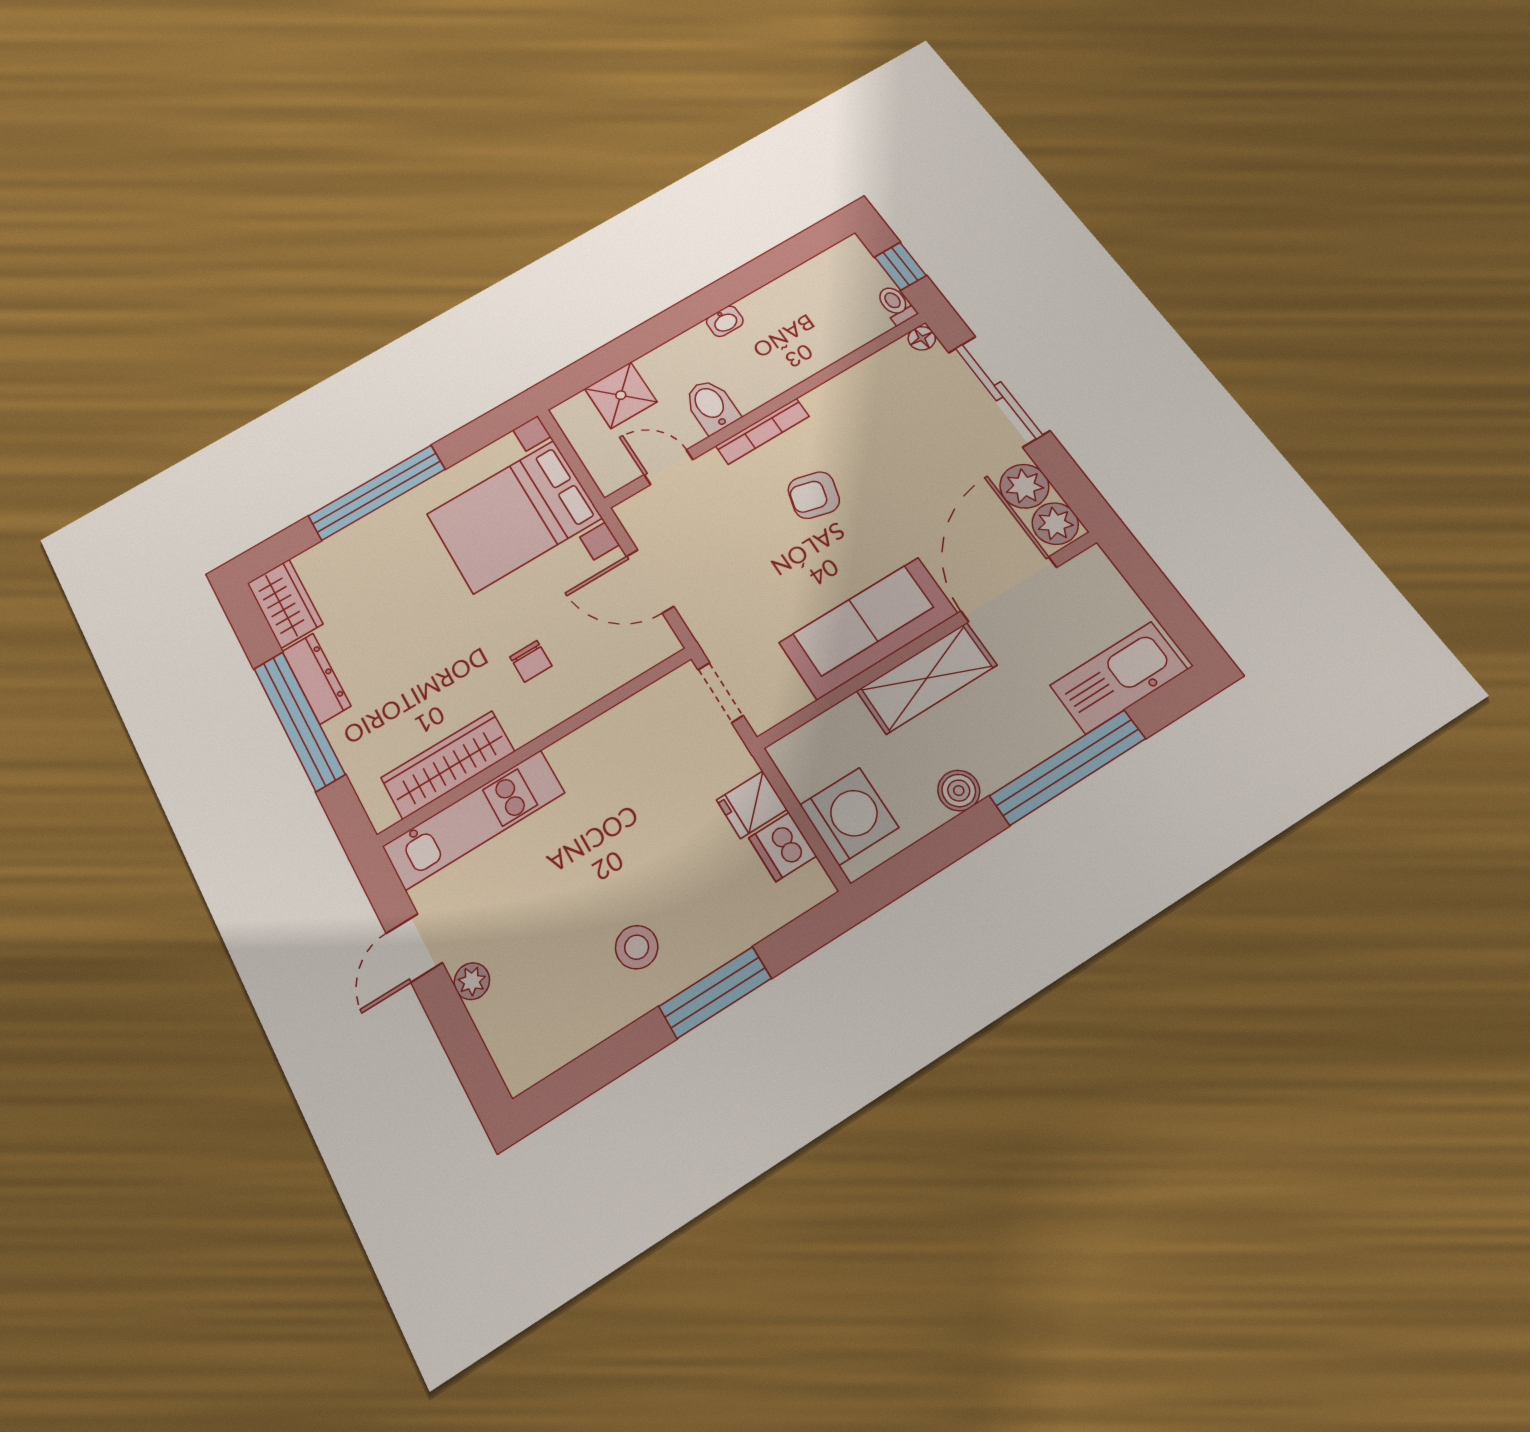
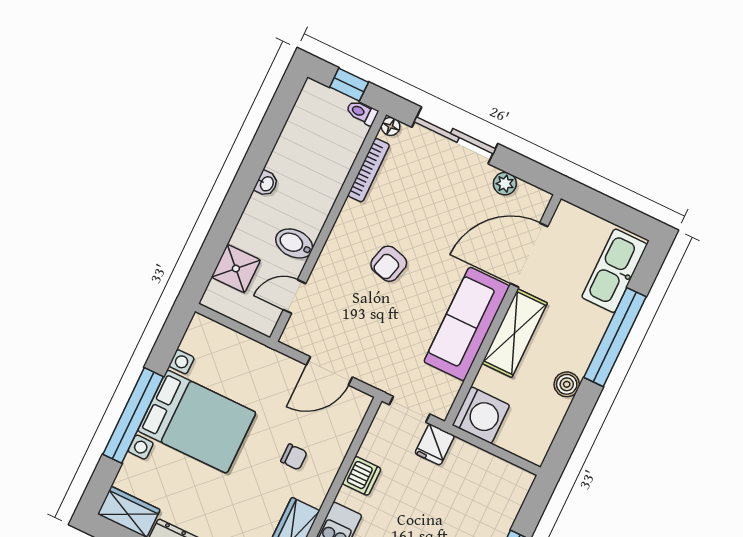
bookcase: (762, 431) -> (369, 170), moved
plant: (1024, 486) -> (505, 184), width x0.73, depth x0.73
bed with nightstands: (514, 516) -> (197, 422), moved, turned -90
plant: (1055, 524) -> (533, 200), removed
door: (1009, 589) -> (529, 255), hinge flipped
fridge: (752, 805) -> (435, 445), moved
washing machine: (849, 816) -> (481, 415), moved, turned 90
dishwasher: (783, 847) -> (362, 476), moved, turned -90

